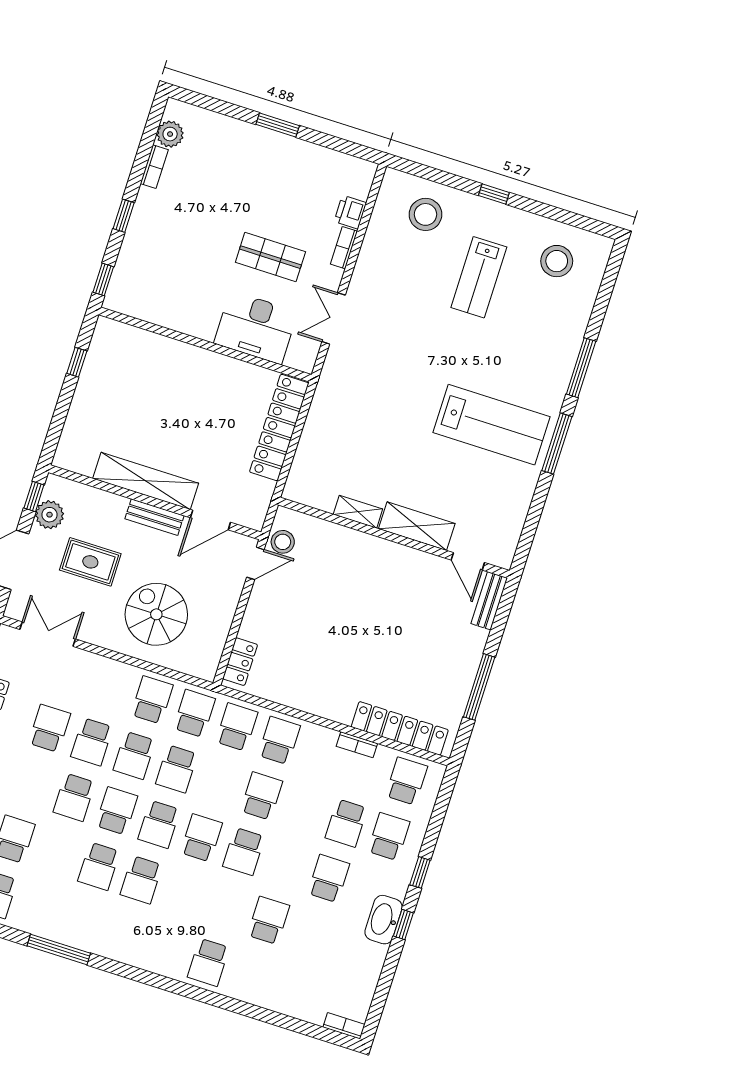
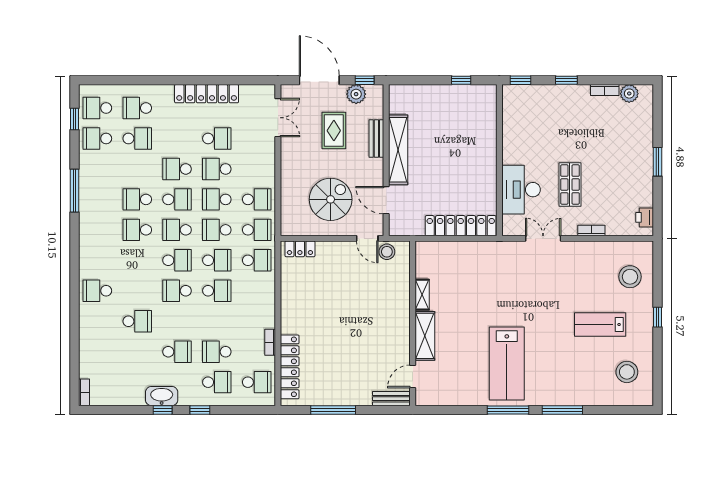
printer: (350, 212) -> (645, 217), moved, turned -90
bench: (154, 517) -> (376, 139), moved
spiral stairs: (156, 614) -> (331, 199), moved
school desk: (279, 740) -> (217, 260), moved

